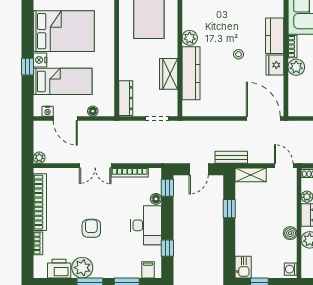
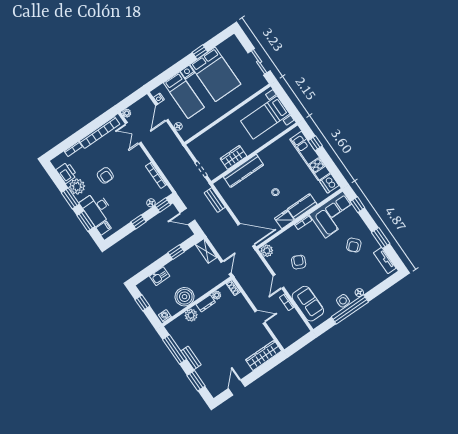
plant: (190, 38) -> (265, 155), removed
window: (28, 67) -> (200, 52), moved
plant: (296, 67) -> (267, 251), moved
dresser: (126, 98) -> (200, 141), removed
door: (263, 119) -> (246, 235), hinge flipped
bench: (231, 157) -> (215, 200), moved
double door: (95, 166) -> (133, 133), moved
desk: (146, 225) -> (97, 208), moved, turned 90
armchair: (91, 228) -> (105, 175), turned 90
boiler: (290, 233) -> (185, 297), width x1.86, depth x1.86
window: (167, 248) -> (138, 222), moved
kitchen sink: (243, 267) -> (160, 276), moved

